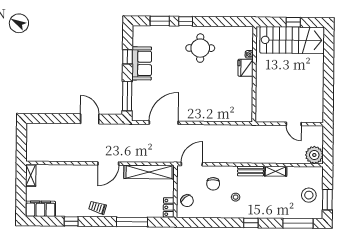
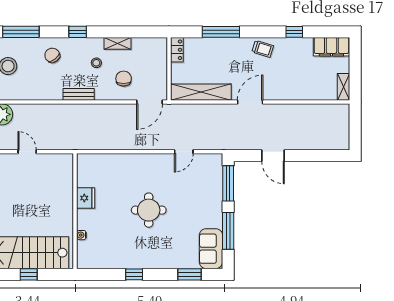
window: (186, 21) -> (134, 274), moved
round table: (200, 48) -> (149, 210), moved
window: (128, 57) -> (228, 231), width x2.17
sofa: (142, 63) -> (211, 249), moved
fridge: (246, 68) -> (86, 198), moved
door: (164, 123) -> (184, 152), width x0.53
shelving: (275, 171) -> (118, 43), moved
chair: (187, 201) -> (52, 55), moved

